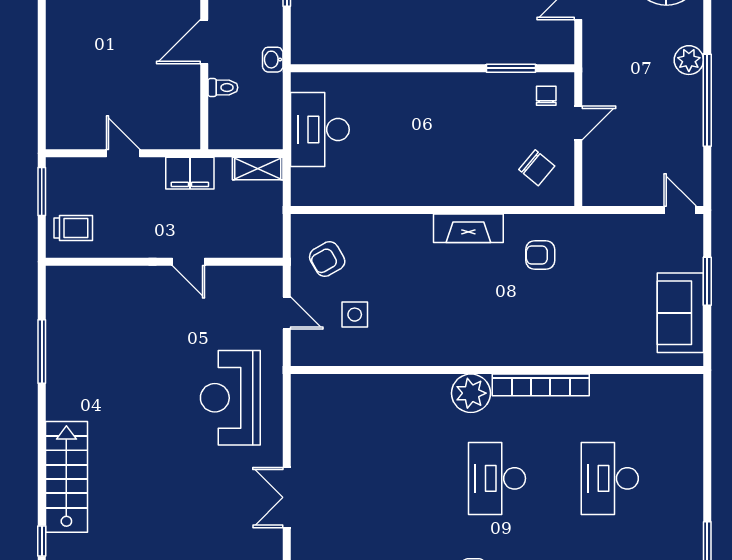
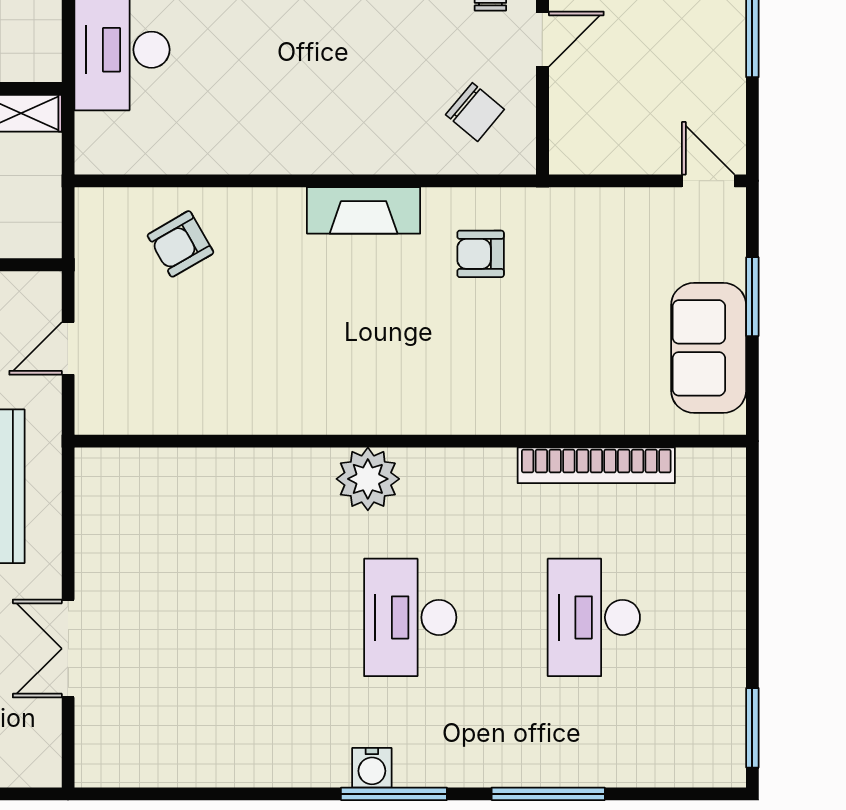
armchair: (327, 259) -> (180, 244), moved
door: (287, 313) -> (68, 348), swing flipped
side table: (355, 315) -> (179, 351), removed
bookcase: (541, 385) -> (596, 465), moved

